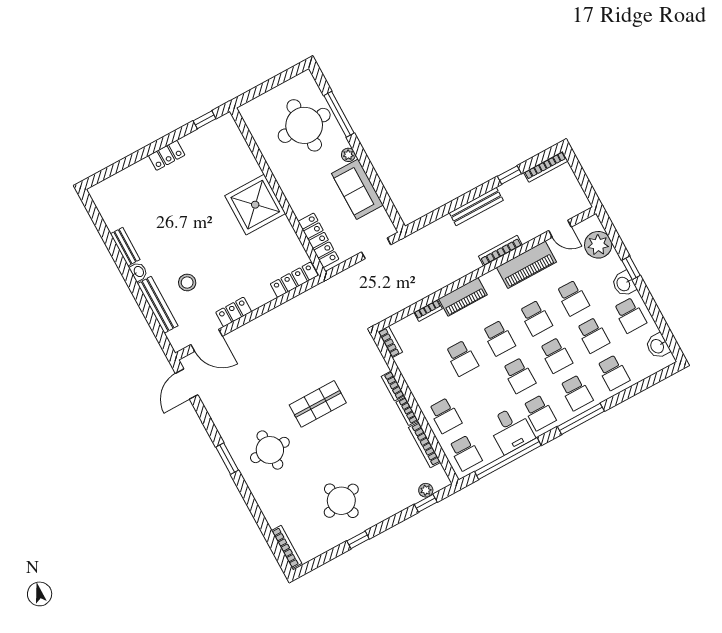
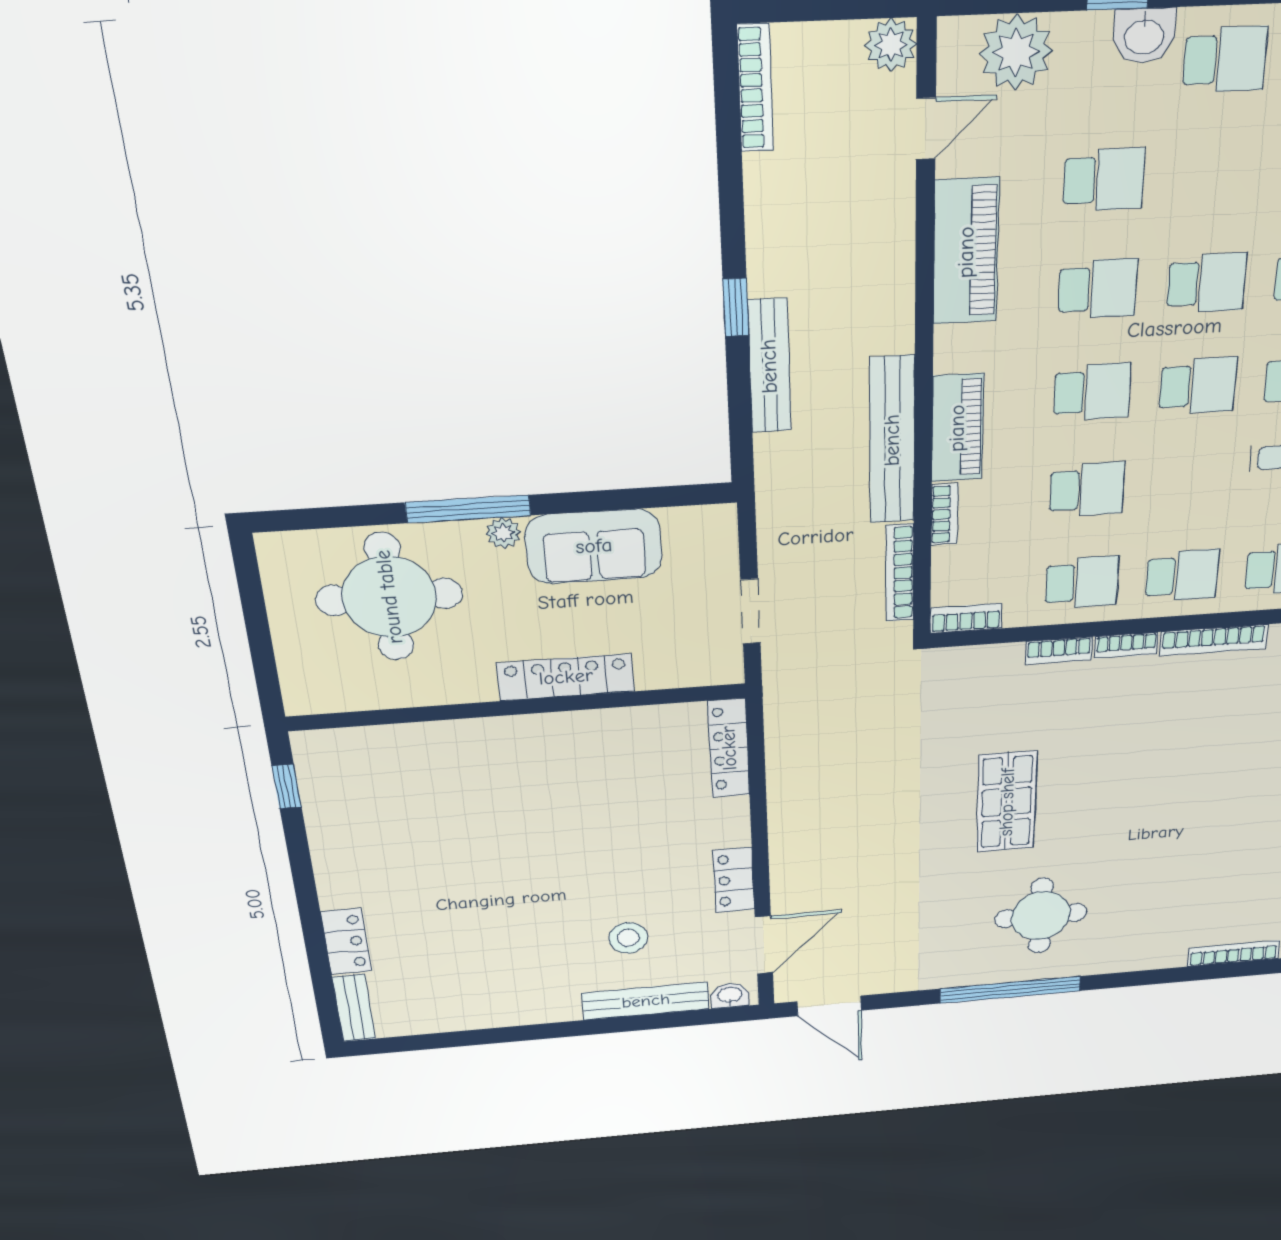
window: (339, 114) -> (468, 509), moved
locker: (167, 155) -> (346, 941), moved
window: (509, 175) -> (736, 307), moved
plant: (580, 203) -> (891, 45), added
shower: (255, 205) -> (526, 760), removed
bench: (476, 207) -> (769, 366), moved
locker: (318, 240) -> (566, 677), moved
bench: (125, 247) -> (354, 1008), moved, turned 90
doorway: (376, 248) -> (750, 612), moved
bookcase: (500, 251) -> (900, 573), moved
washbasin: (138, 272) -> (730, 995), moved
bench: (447, 276) -> (892, 440), added
school desk: (593, 335) -> (1082, 582), moved
window: (227, 459) -> (1010, 990), width x2.11
round table: (341, 501) -> (1216, 832), removed

